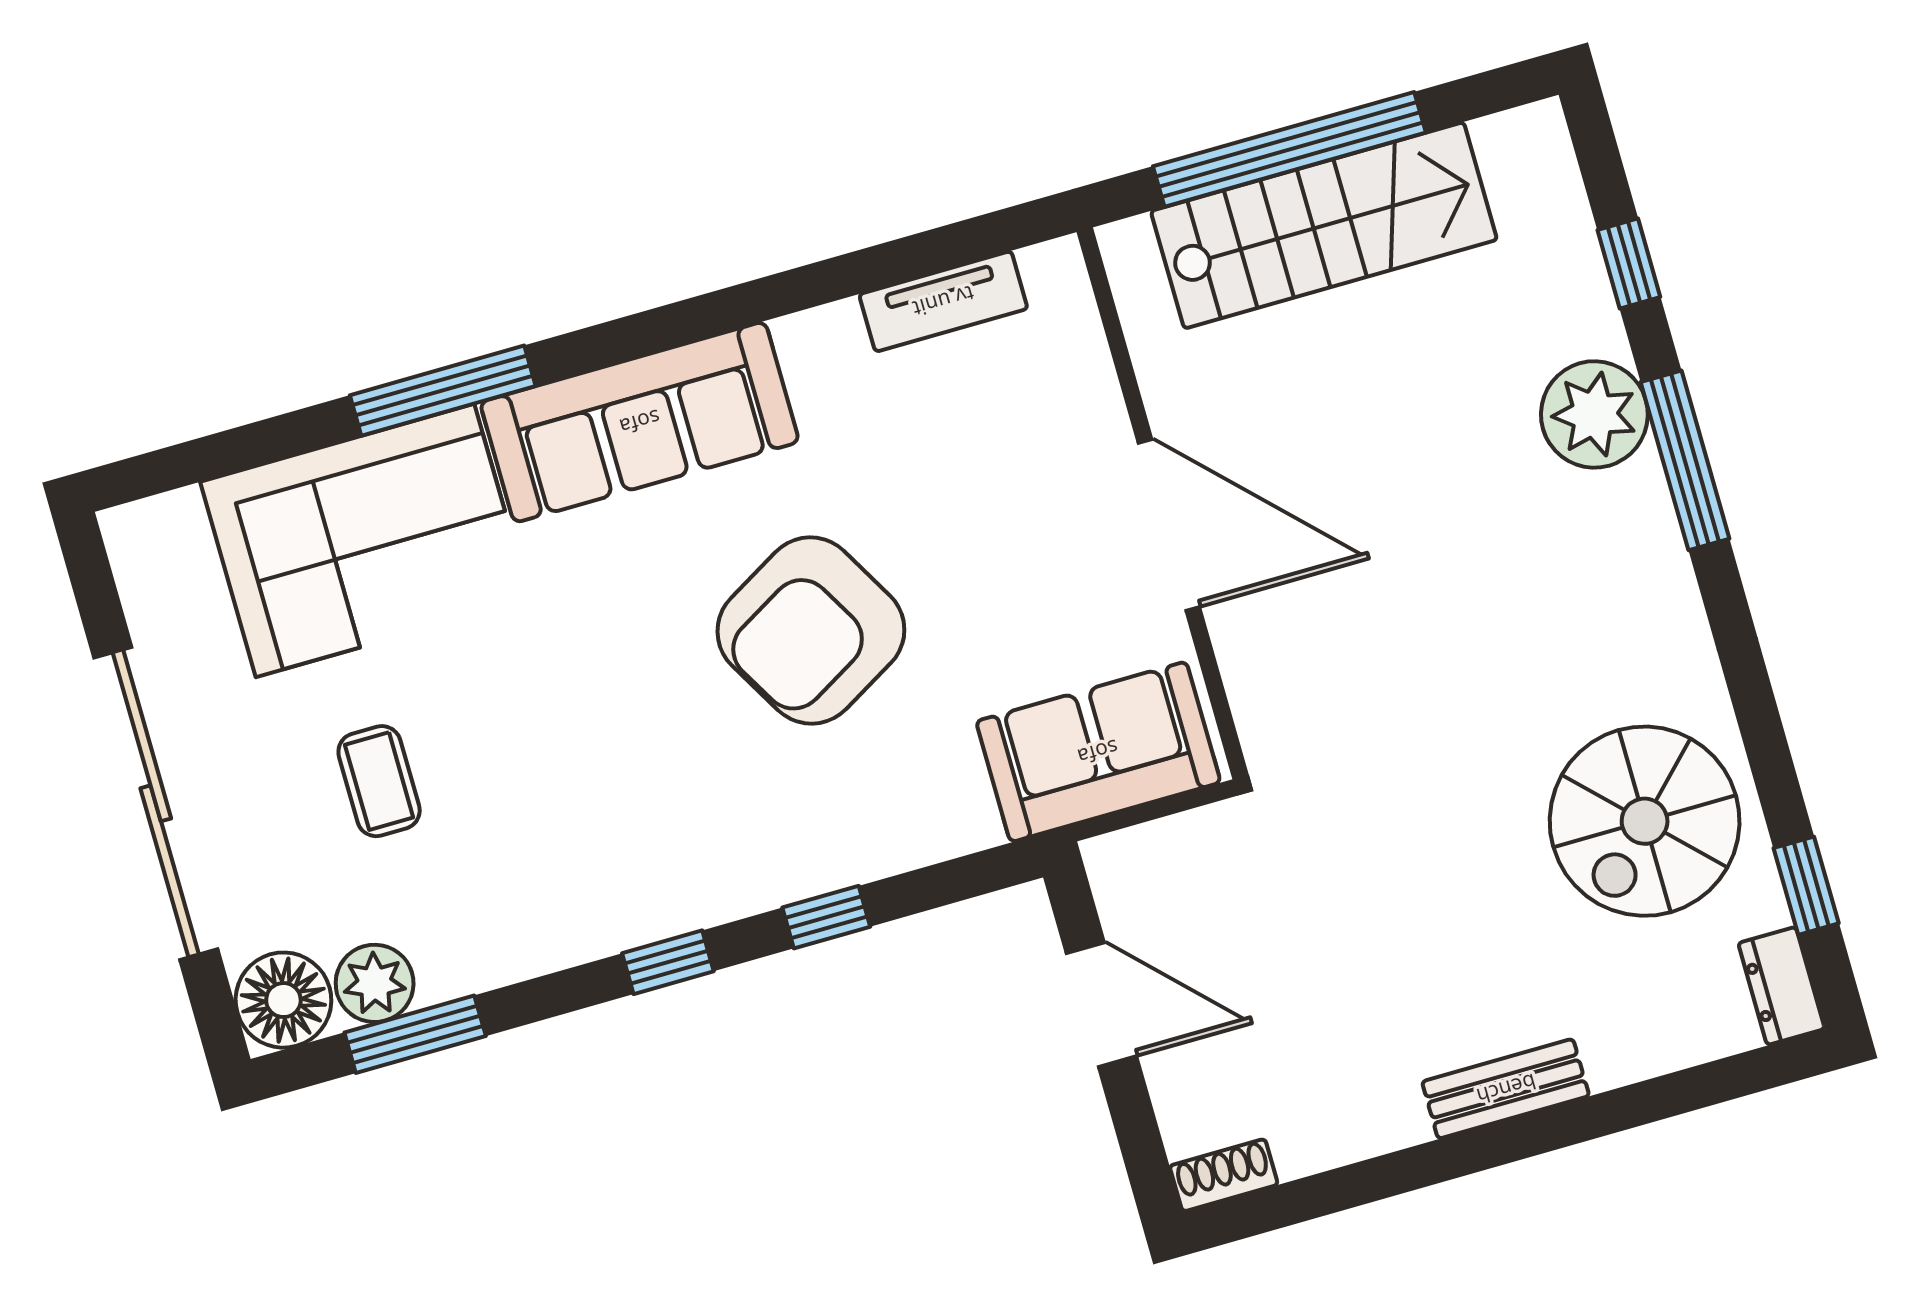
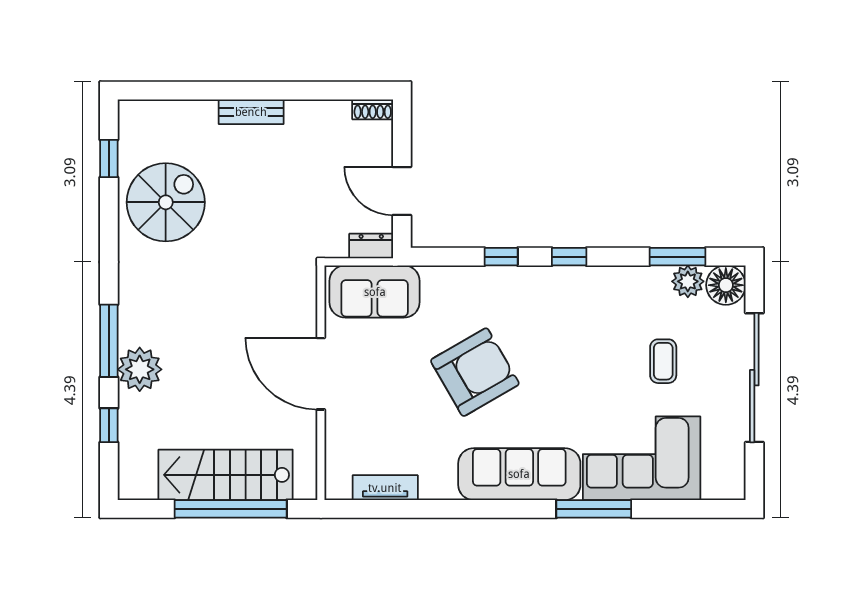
dresser: (1781, 986) -> (371, 246), moved, turned -90

